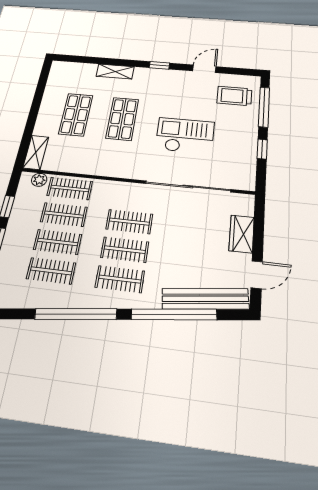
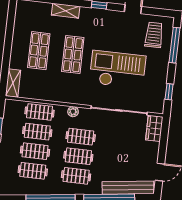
trolley: (234, 96) -> (154, 35), turned 90
checkout: (185, 136) -> (118, 70), width x1.36, depth x1.21
window: (262, 149) -> (169, 92), moved
plant: (39, 180) -> (73, 112), moved
wardrobe: (242, 234) -> (154, 128), moved

